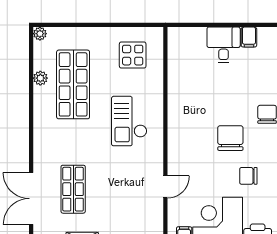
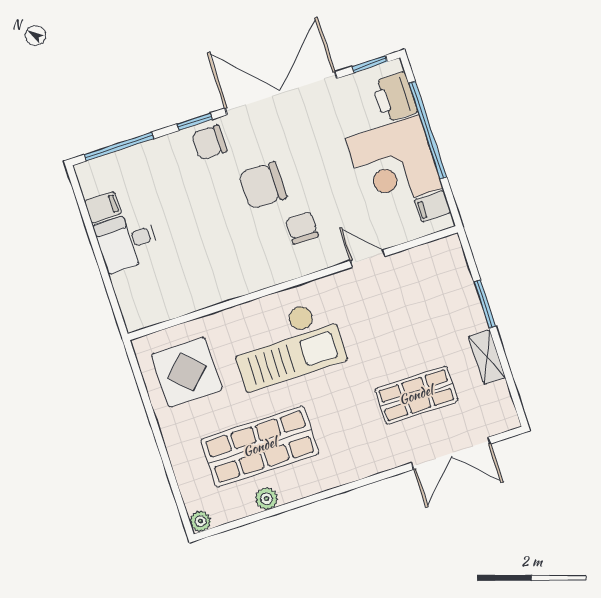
display table: (133, 55) -> (187, 372), width x1.36, depth x1.36
checkout: (129, 121) -> (287, 345), width x1.36, depth x1.21
chair: (248, 176) -> (302, 228), moved, turned 180

